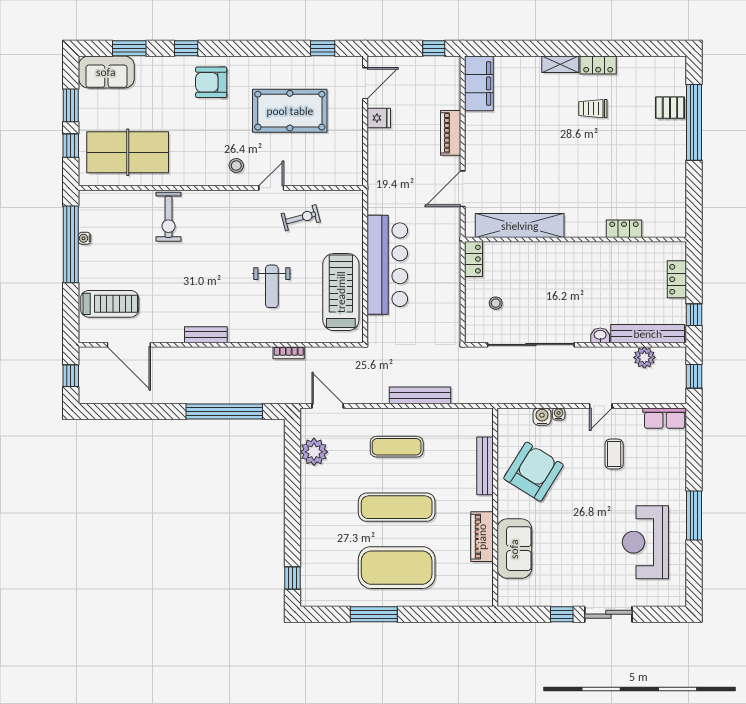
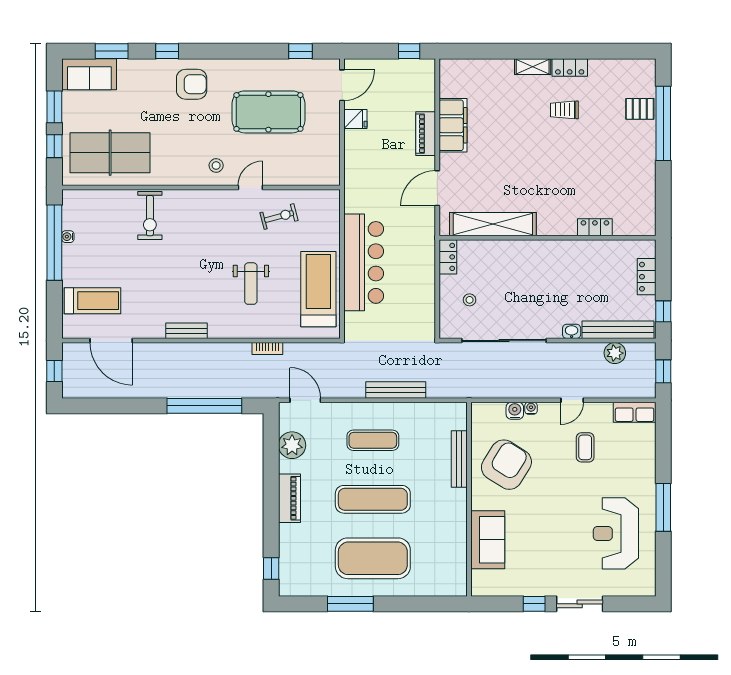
armchair: (211, 82) -> (192, 84), turned 180
filing cabinet: (479, 83) -> (453, 125), moved
piano: (482, 537) -> (289, 498), moved, turned 180

